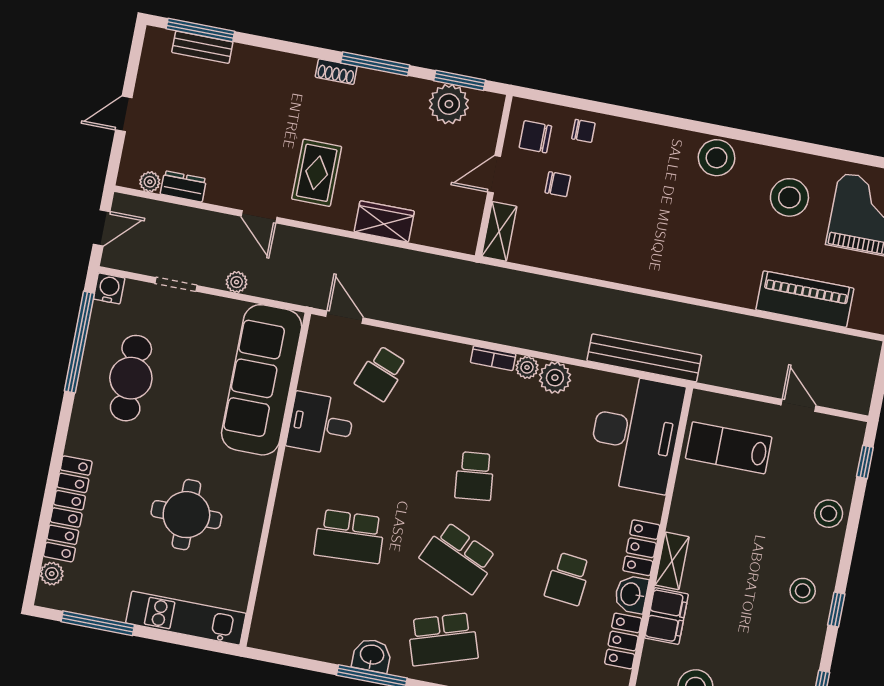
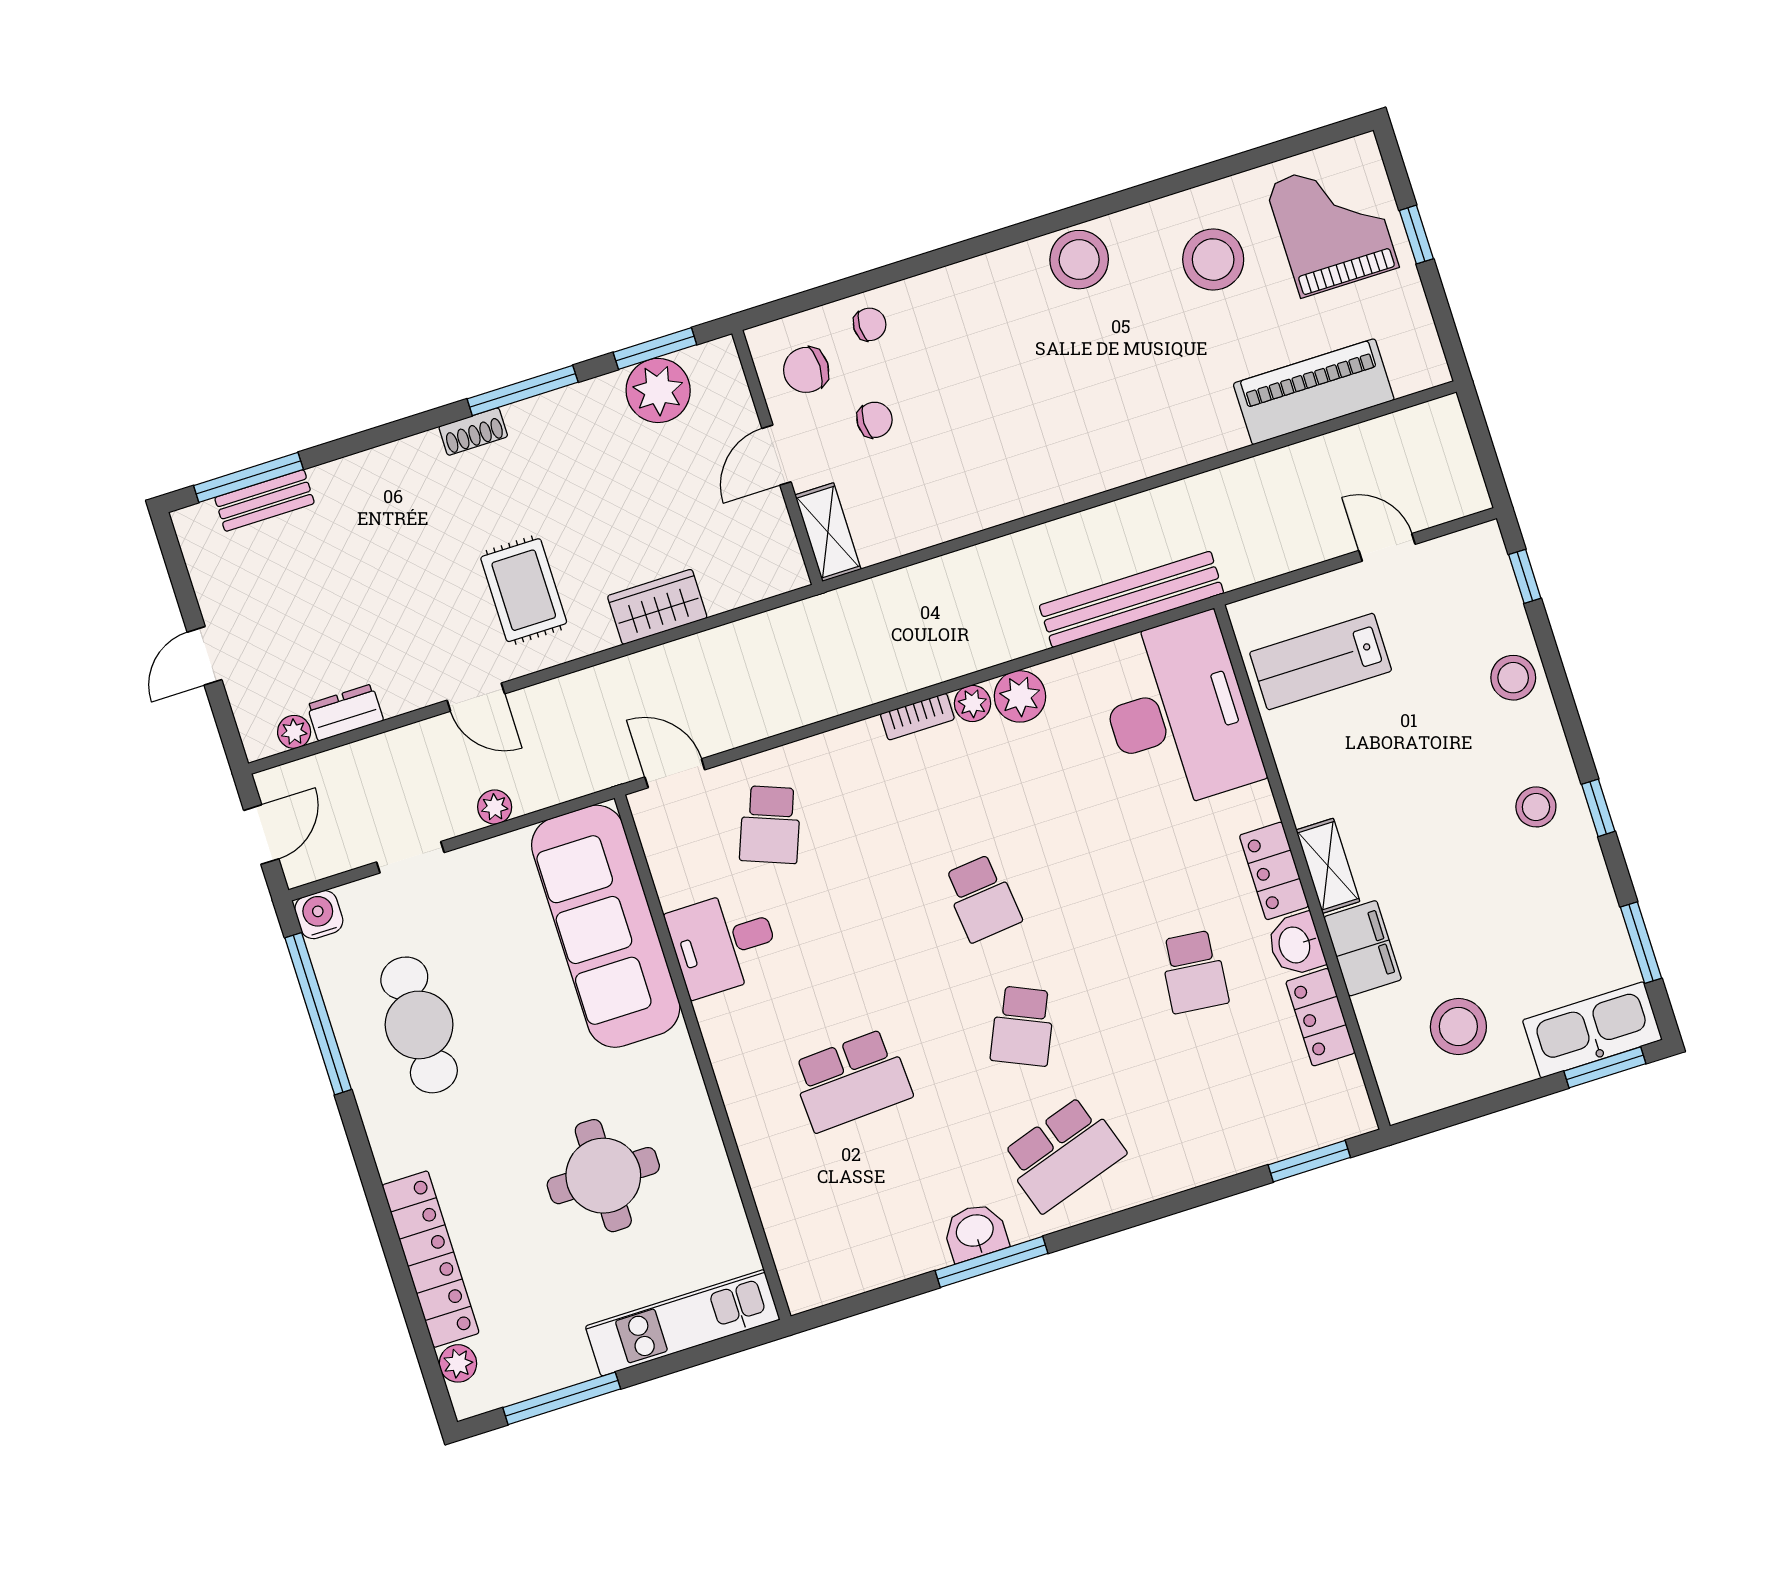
school desk: (459, 558) -> (1023, 1026), width x0.54

